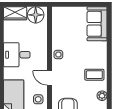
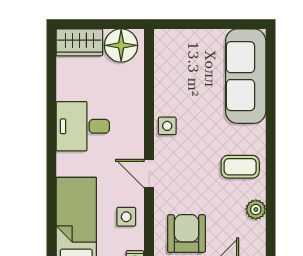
sofa: (97, 24) -> (246, 76), width x1.36

